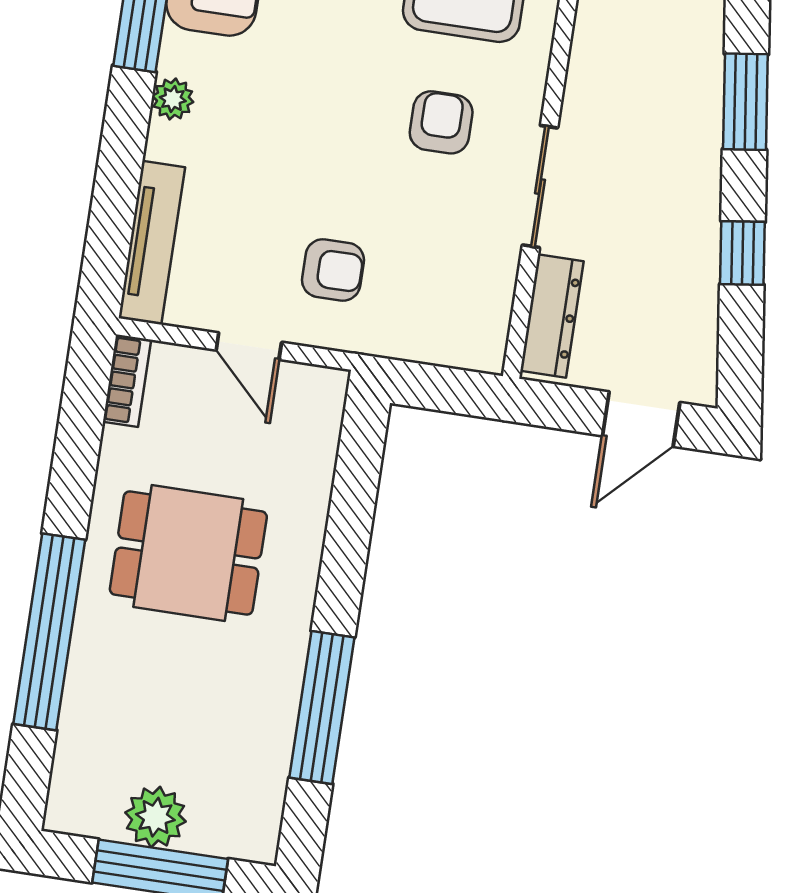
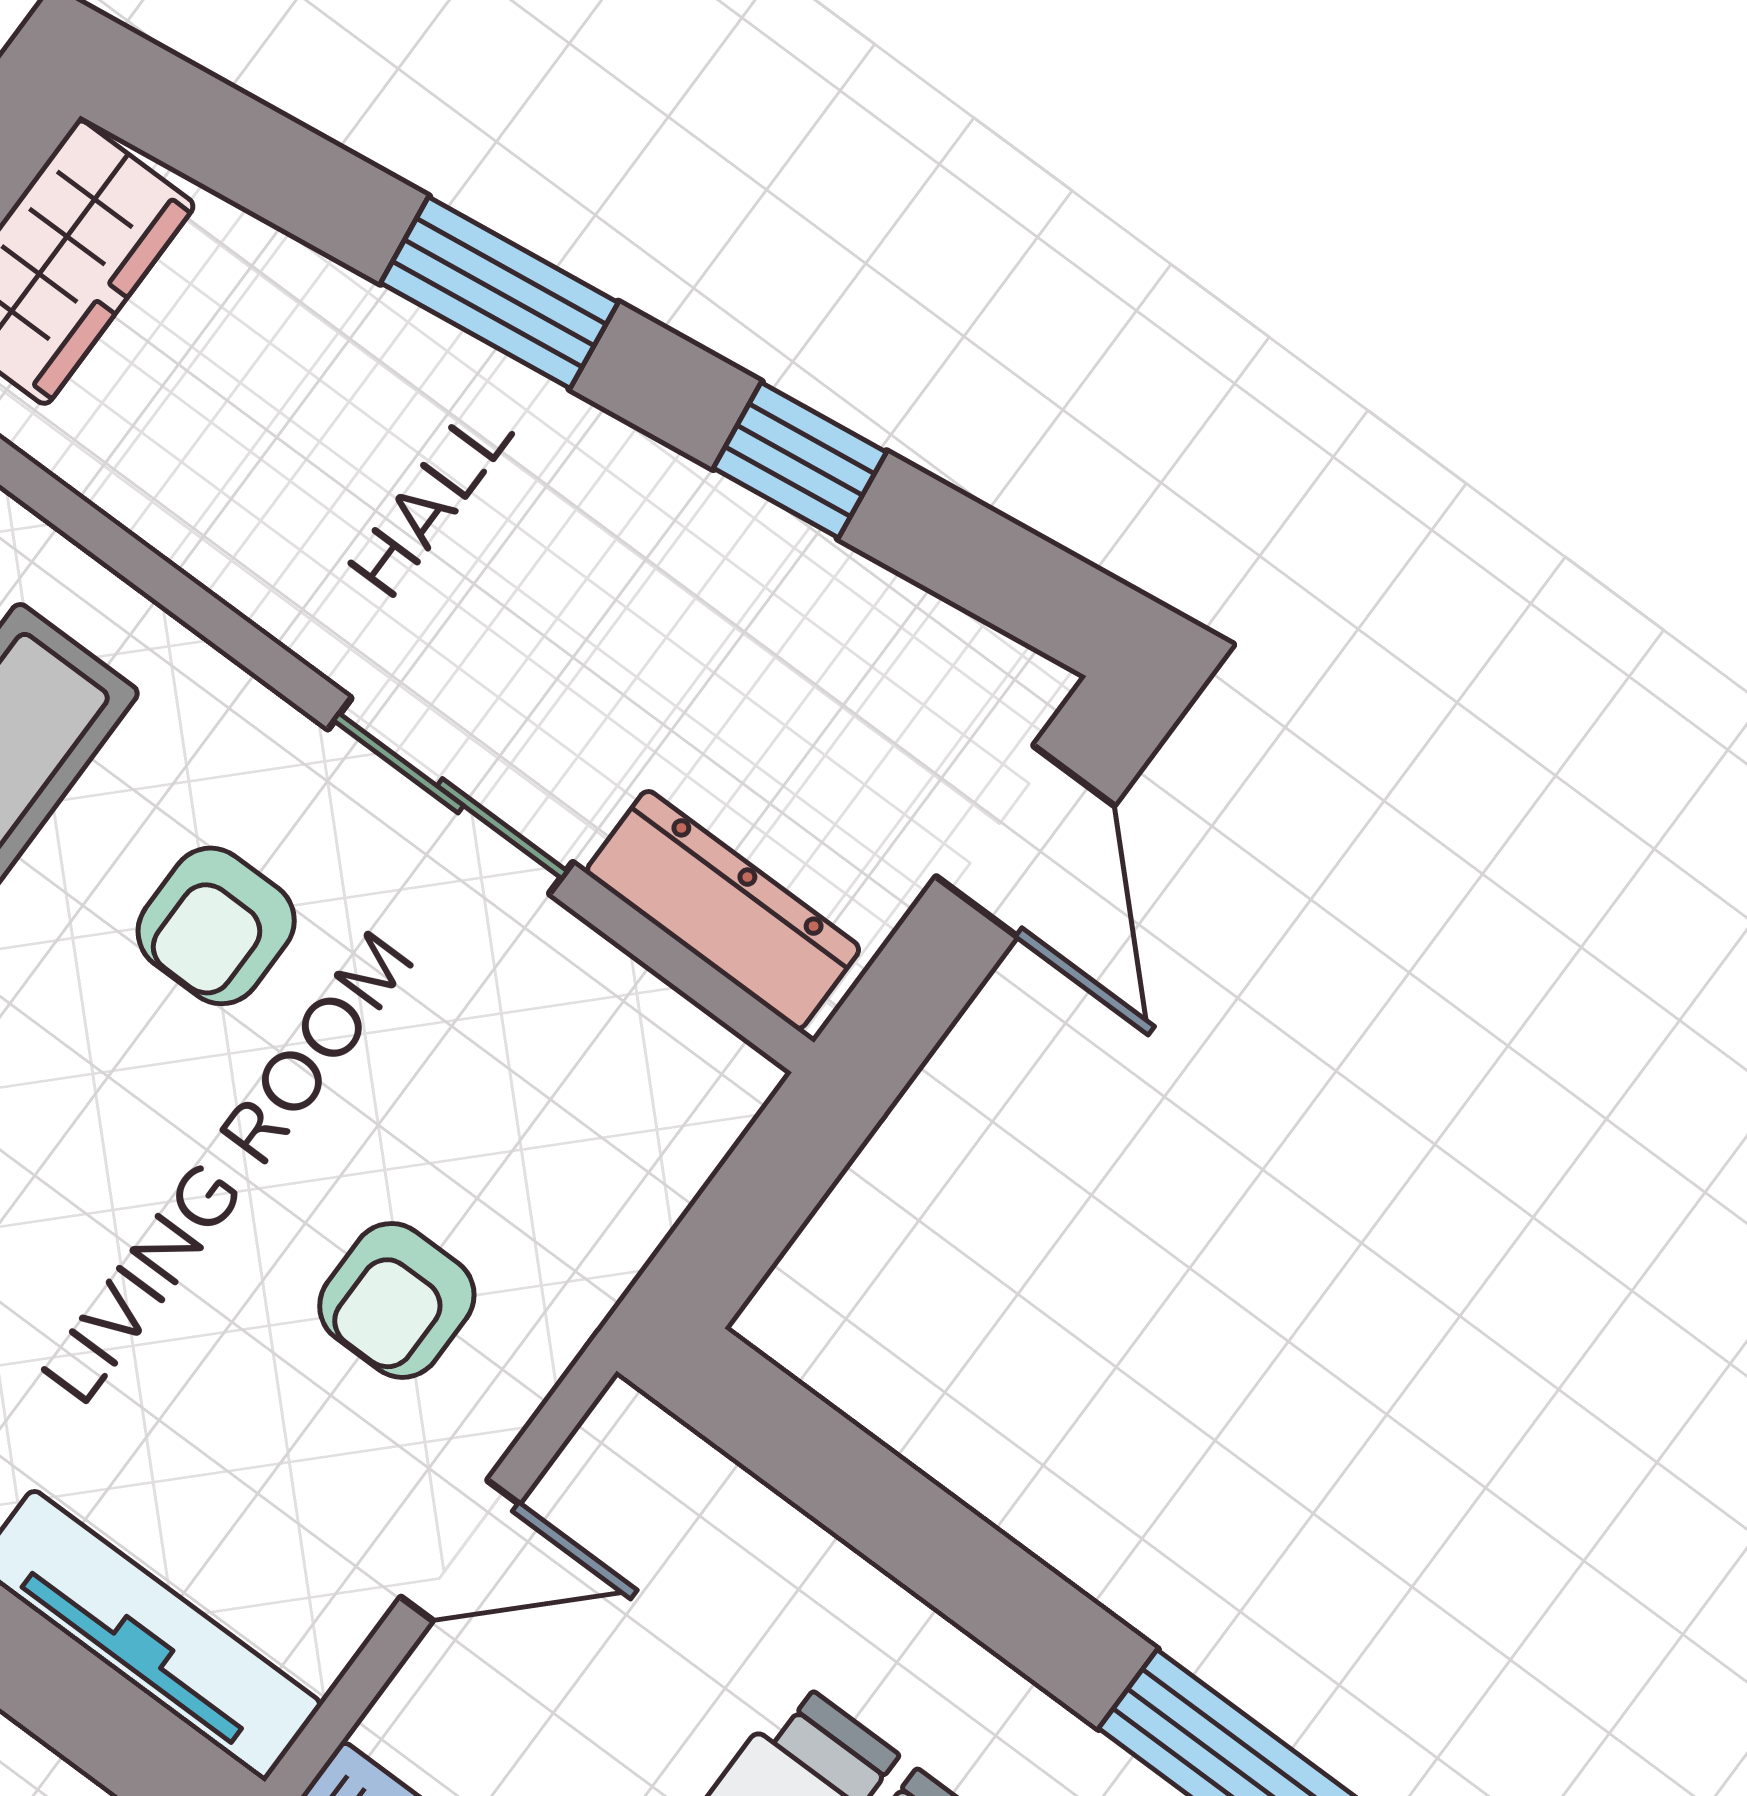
armchair: (441, 122) -> (216, 926), turned -90
armchair: (333, 270) -> (397, 1300), turned 180

